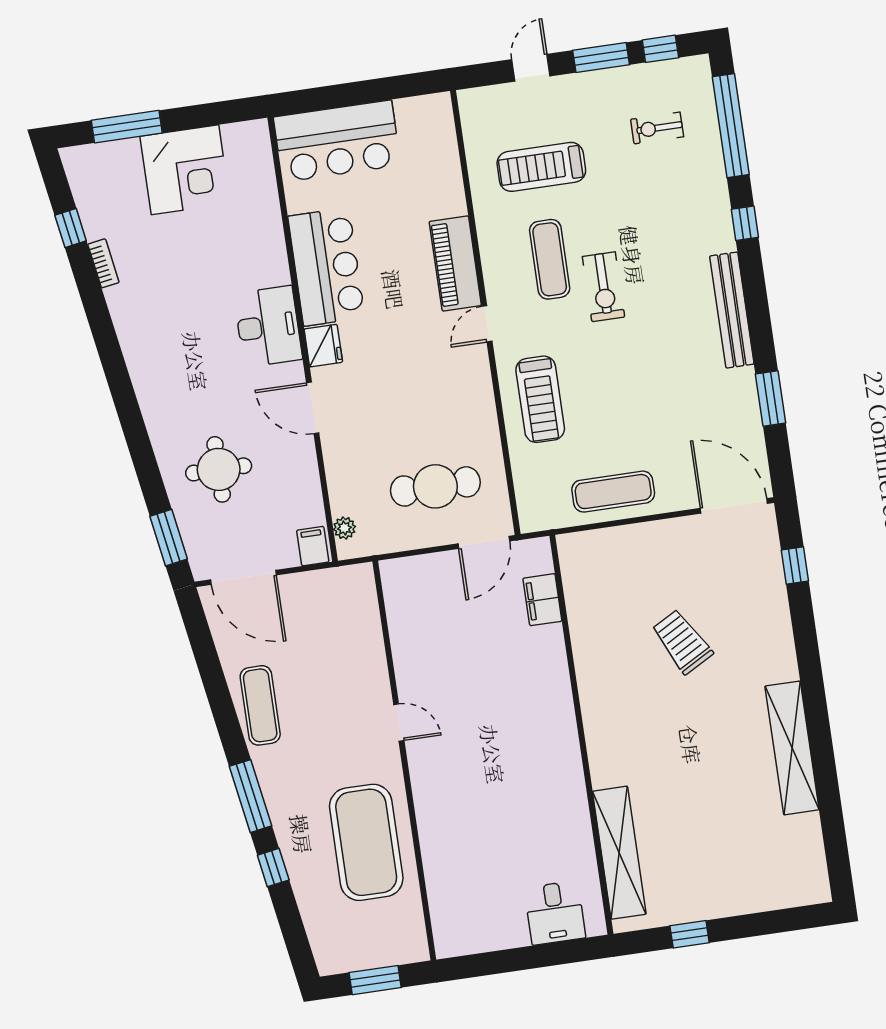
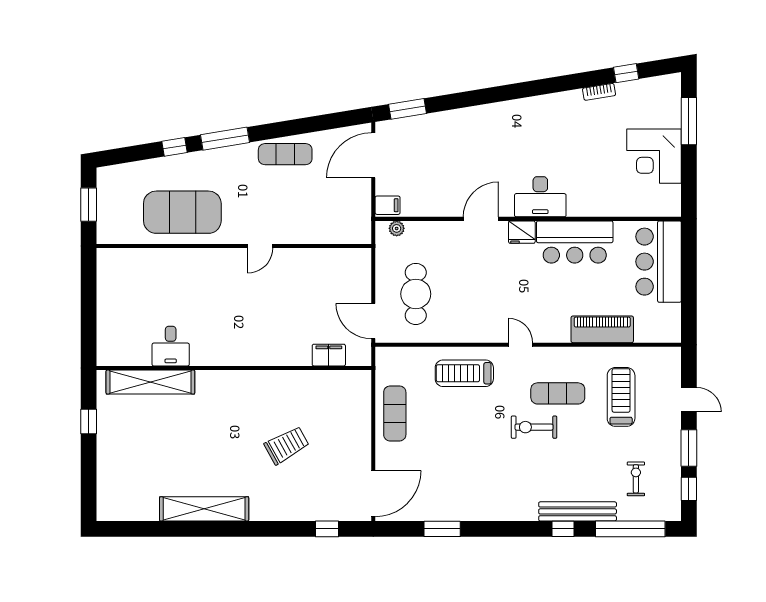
piano: (455, 263) -> (602, 329), moved
bench: (732, 310) -> (578, 511), moved
round table: (219, 469) -> (449, 149), removed
desk: (555, 913) -> (171, 346), moved, turned -90

